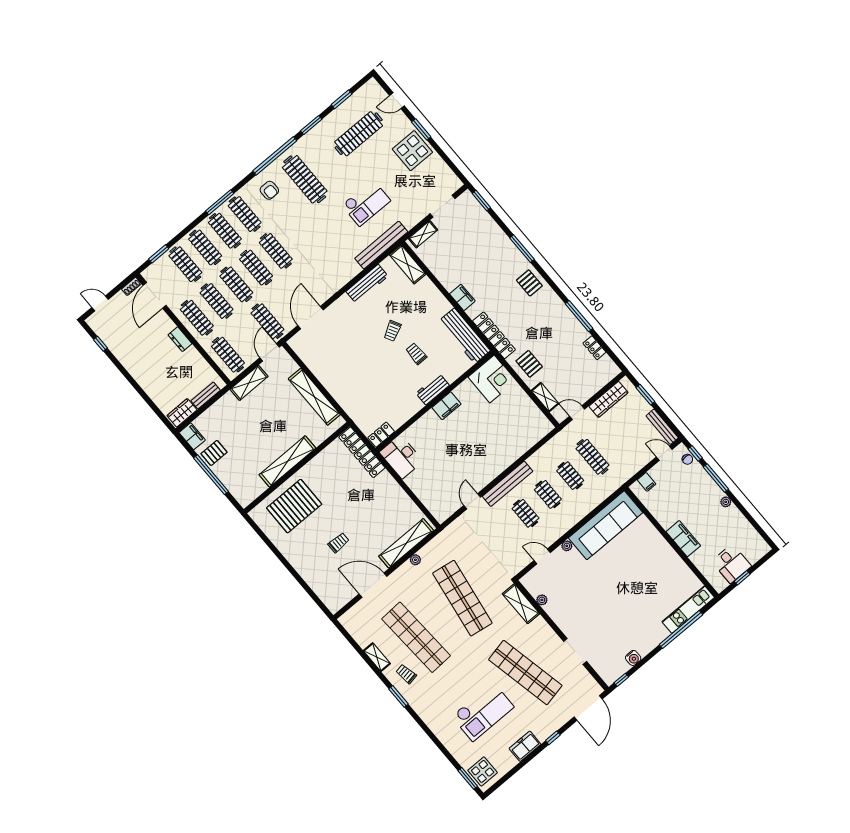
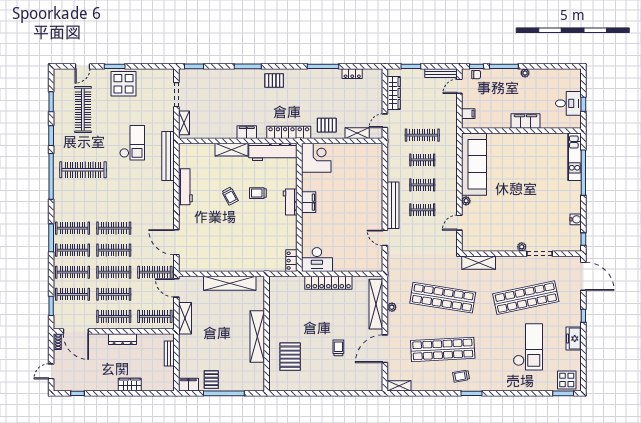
armchair: (269, 190) -> (71, 199), removed
shelving: (408, 264) -> (231, 150), moved
dresser: (180, 339) -> (123, 339), width x1.44
wardrobe: (182, 413) -> (130, 385), moved, turned 90
locker: (362, 452) -> (328, 283), moved
pallet: (294, 506) -> (290, 357), width x0.73, depth x0.71
plant: (542, 600) -> (522, 247), moved
shelving: (377, 657) -> (399, 386), moved

